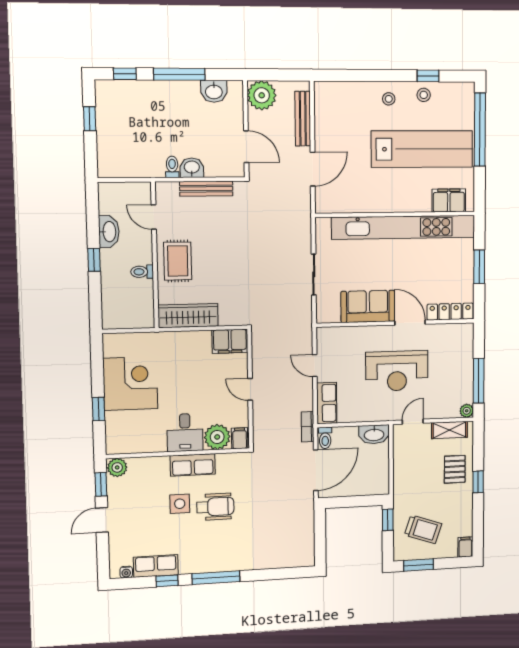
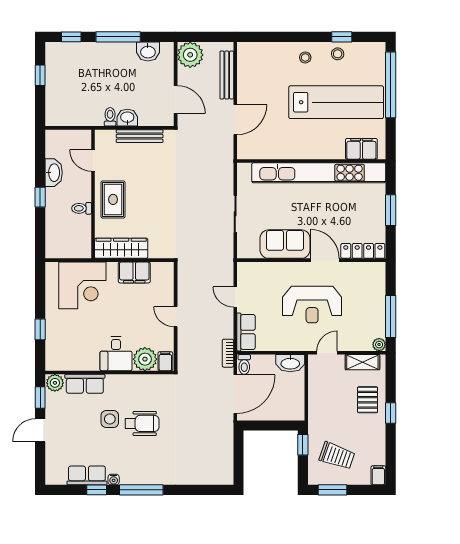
filing cabinet: (230, 341) -> (134, 272), moved
corner desk: (130, 383) -> (82, 285), moved, turned 90
row of seats: (193, 465) -> (85, 384), moved
water cooler: (126, 572) -> (114, 480), moved

